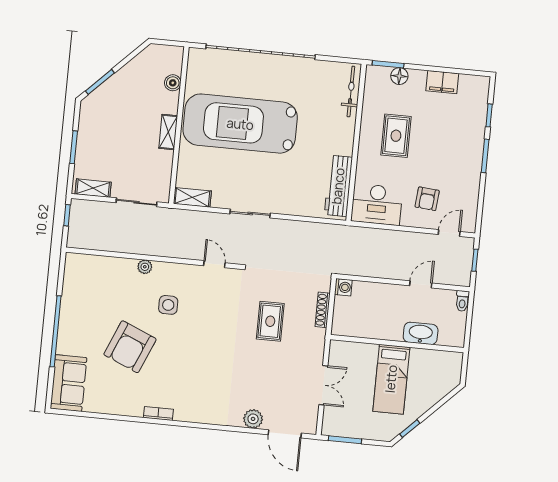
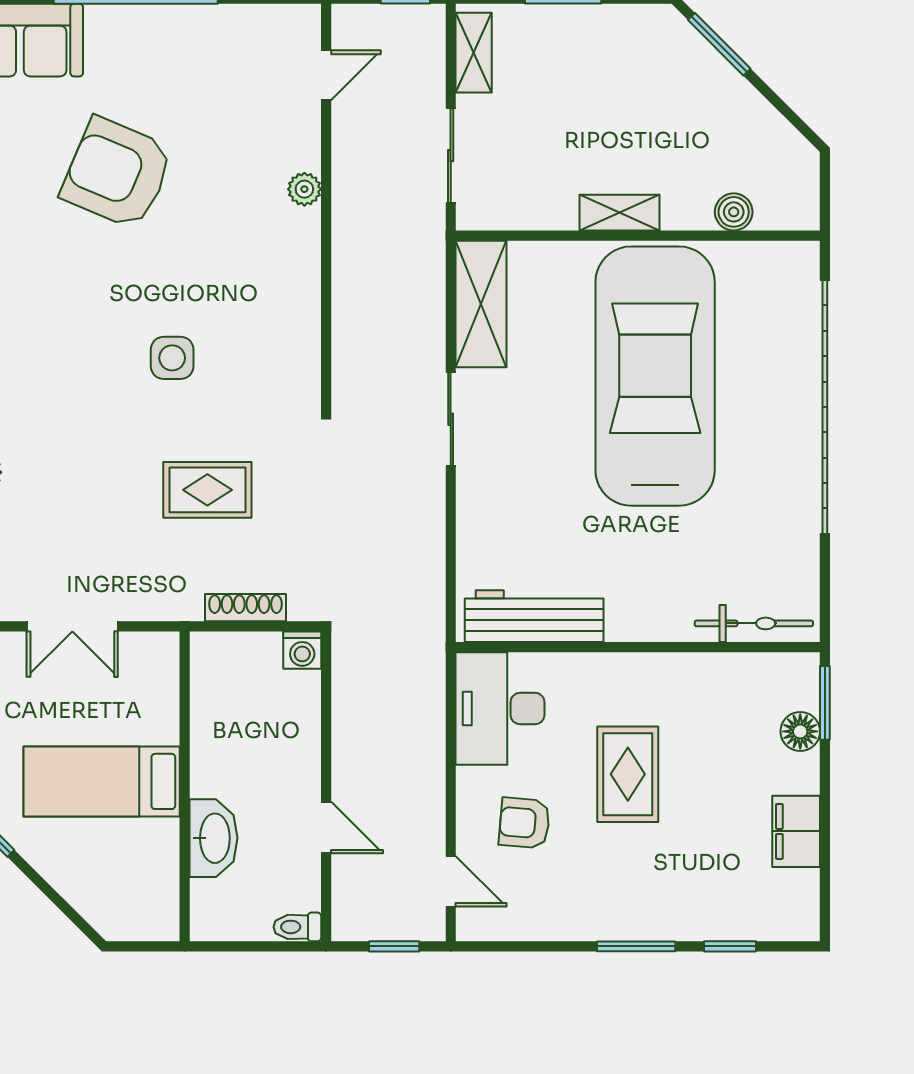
rug: (396, 136) -> (628, 774), moved, turned 90
shelving: (192, 197) -> (481, 304), width x1.50, depth x1.33
door: (214, 264) -> (326, 75), moved
side table: (168, 305) -> (172, 358), moved

